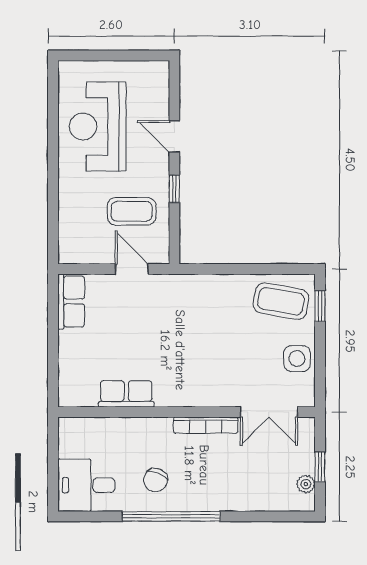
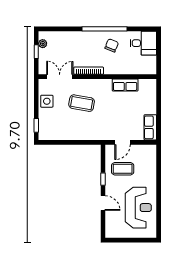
door: (132, 269) -> (123, 142), hinge flipped
coffee table: (281, 301) -> (82, 103), moved

